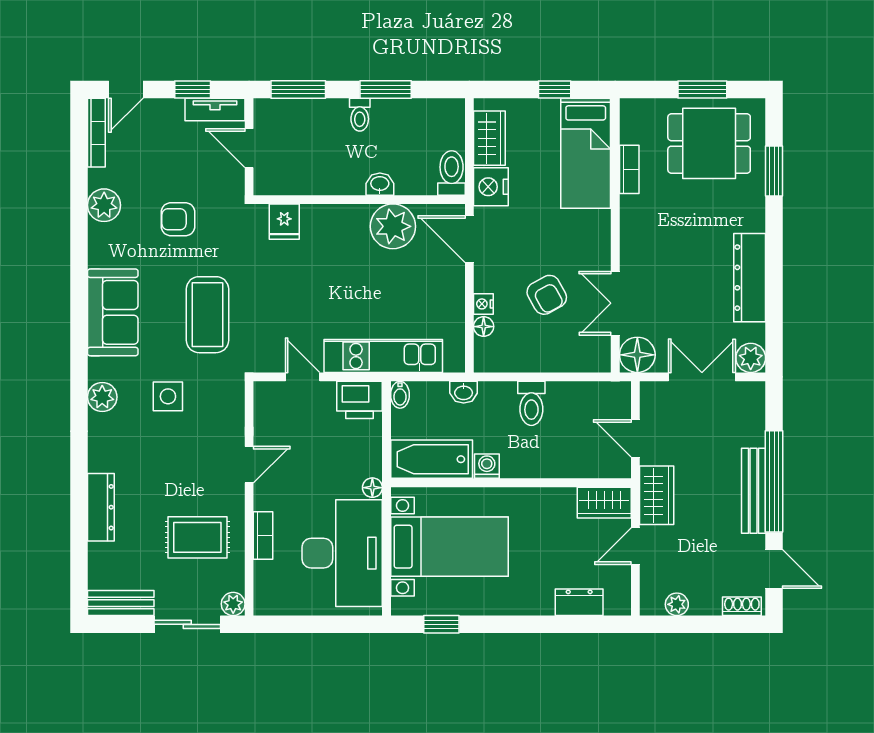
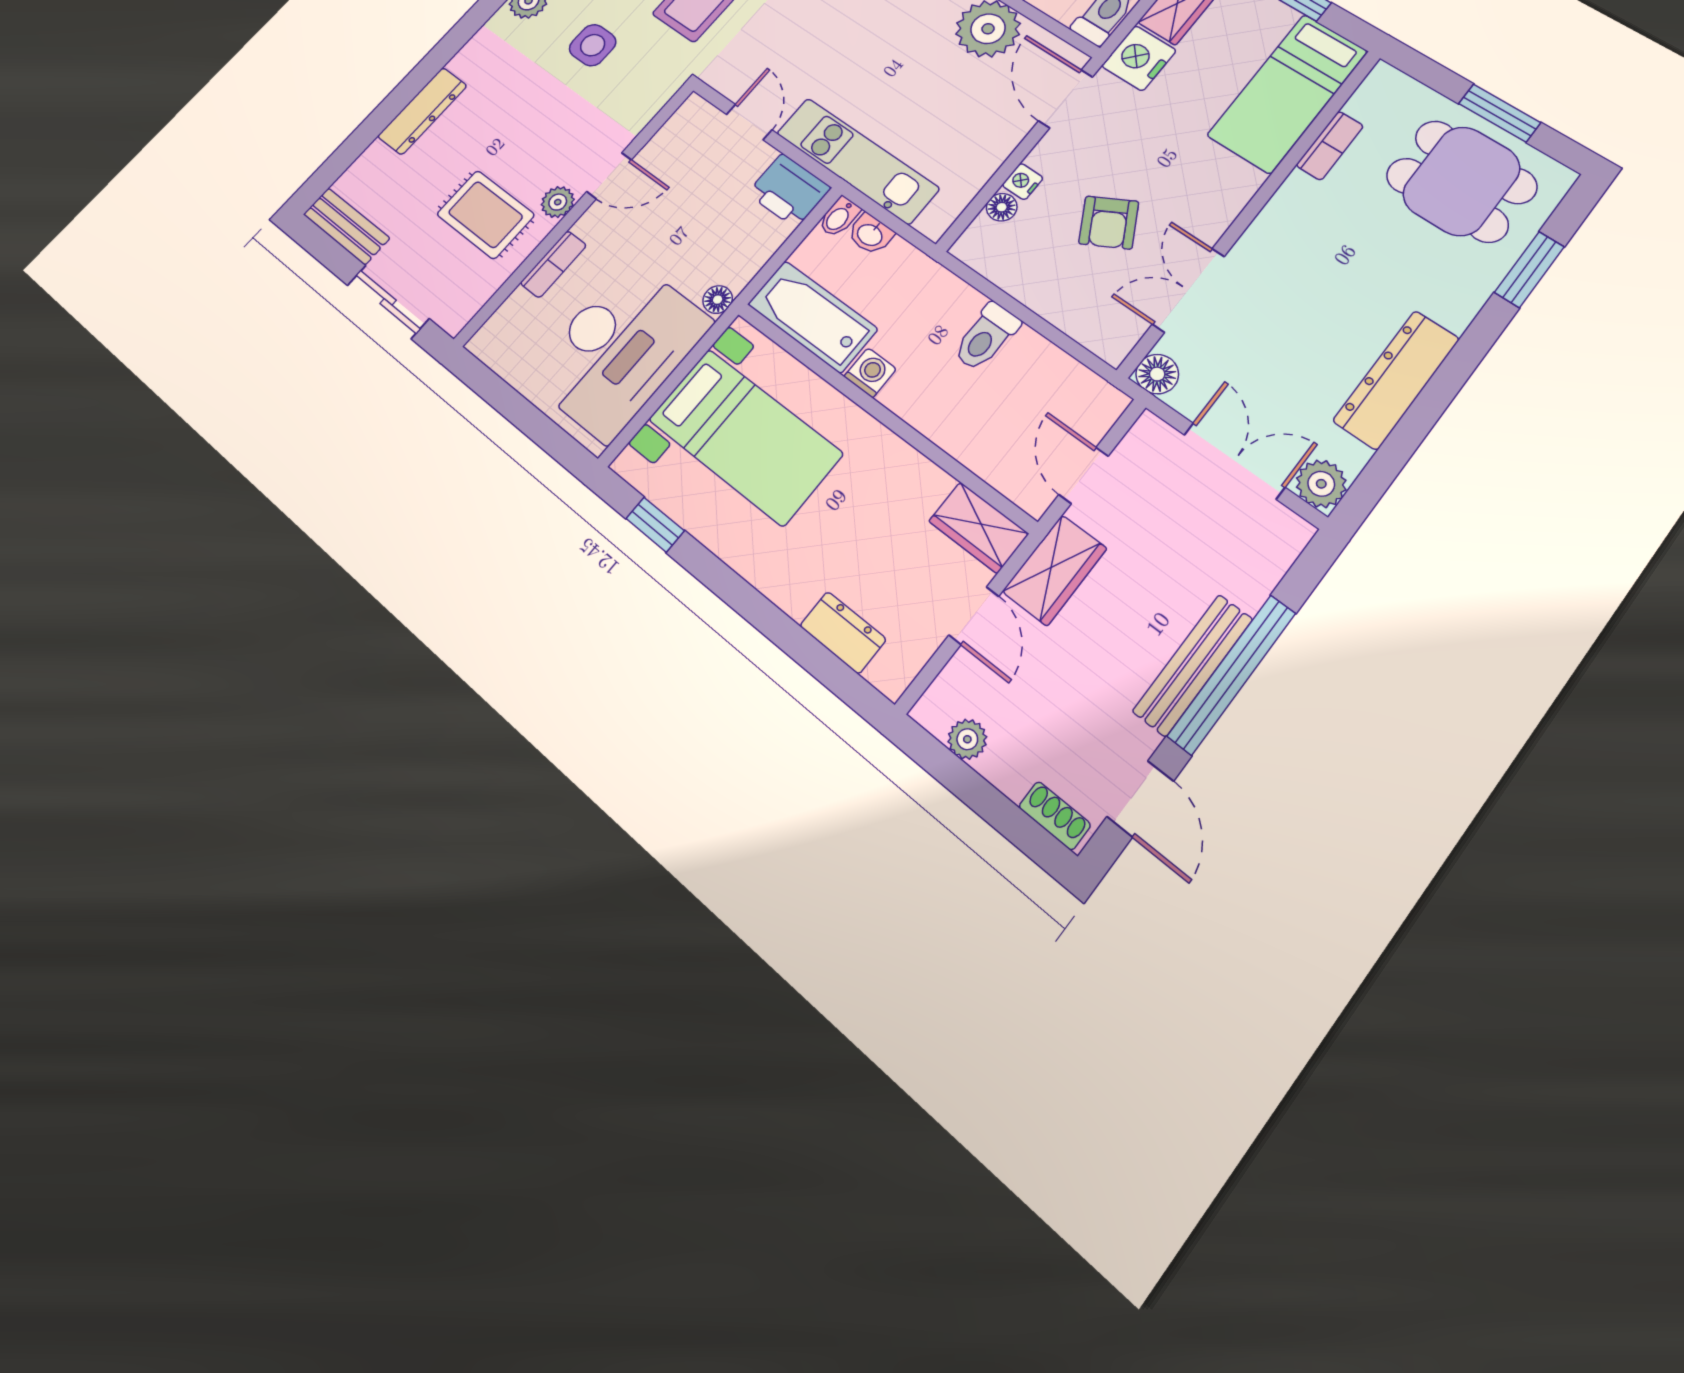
floor lamp: (637, 355) -> (1157, 374), width x0.73, depth x0.73
washbasin: (464, 392) -> (870, 234), moved
door: (635, 546) -> (974, 616), swing flipped
plant: (233, 604) -> (558, 202), moved

